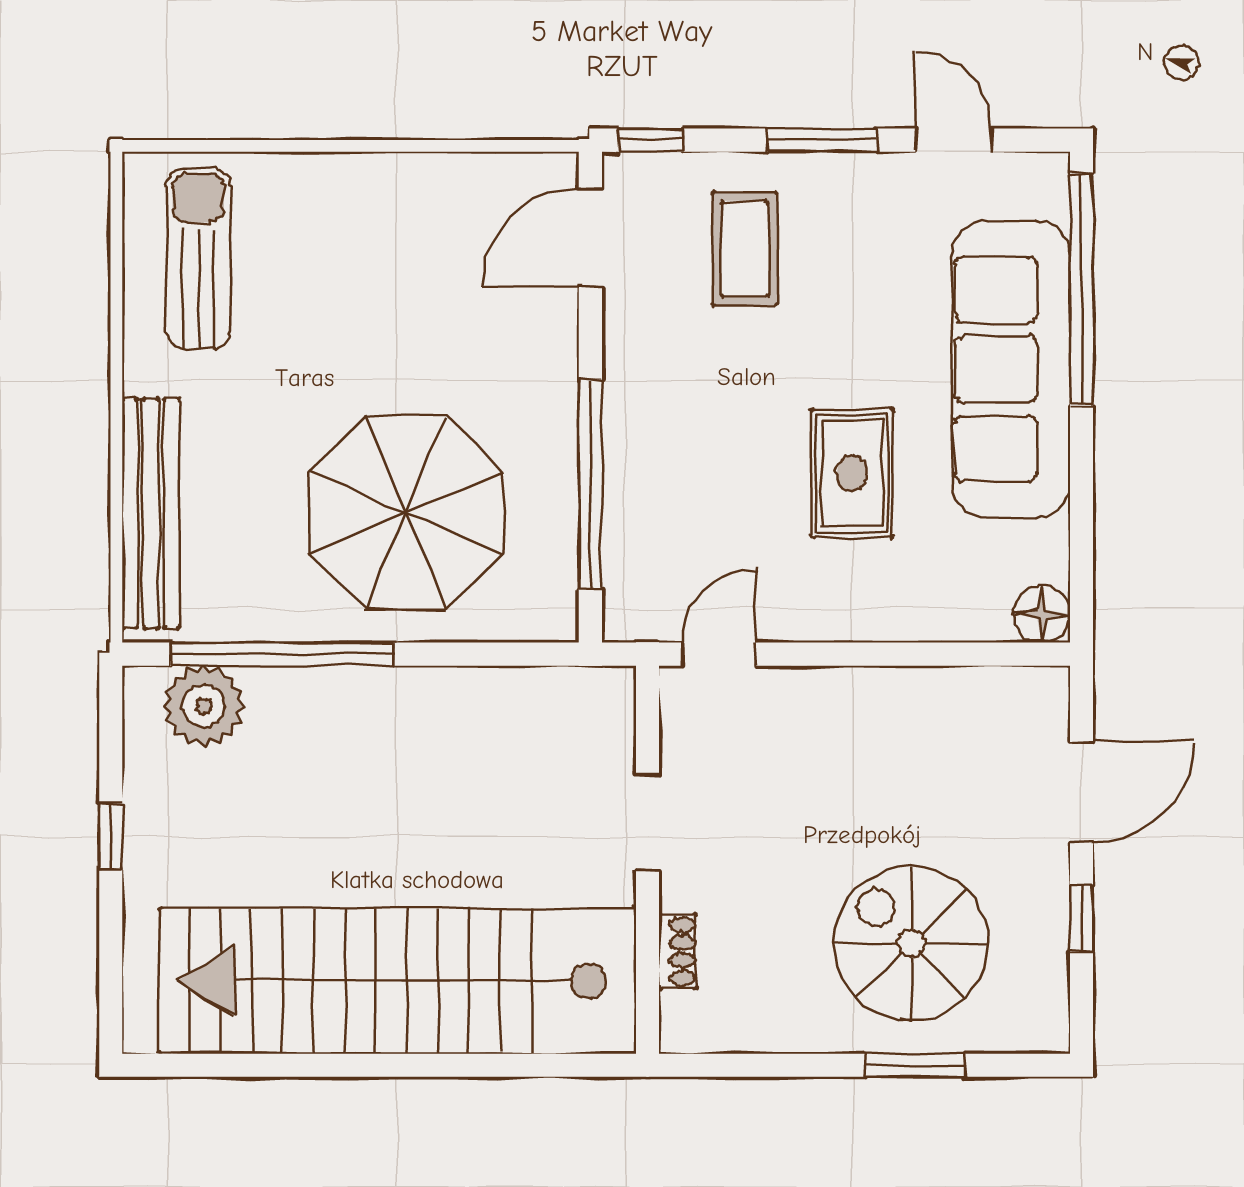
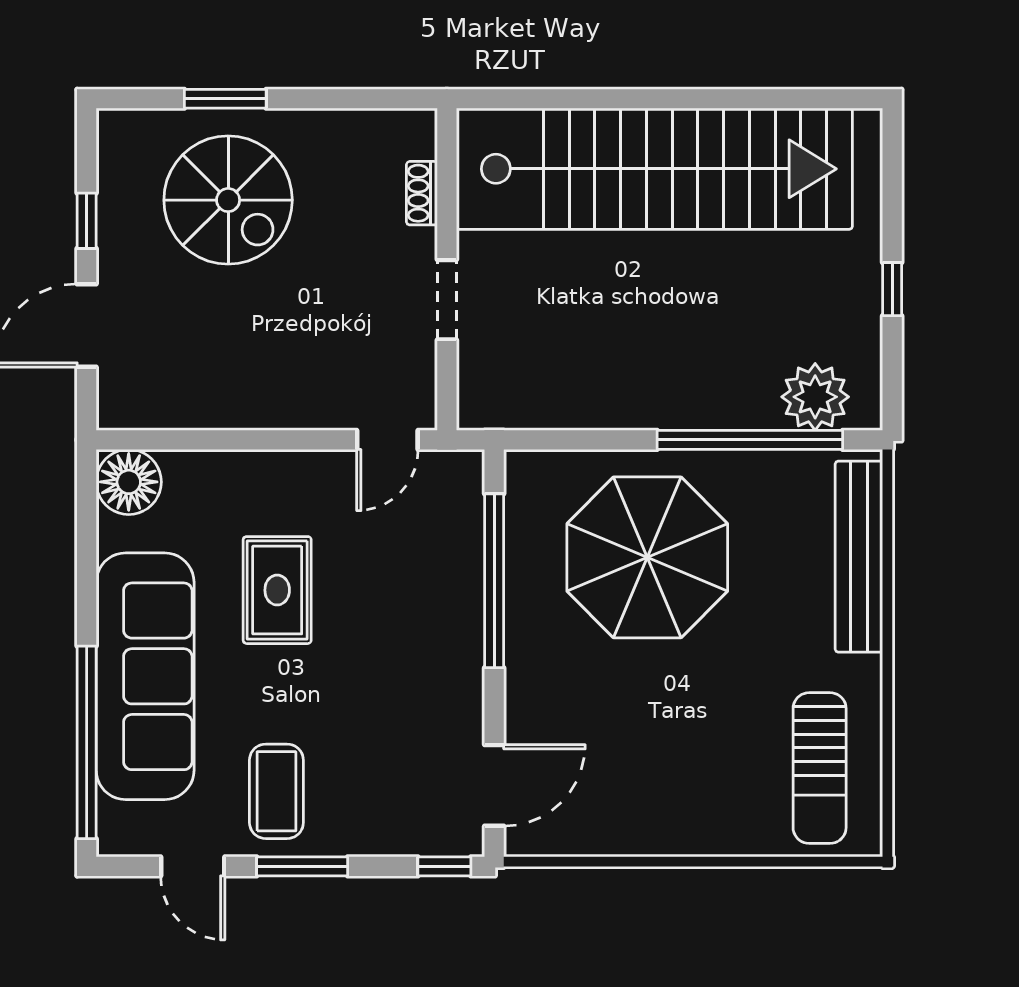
coffee table: (745, 249) -> (276, 791), moved
floor lamp: (1042, 614) -> (129, 482), width x1.38, depth x1.38

